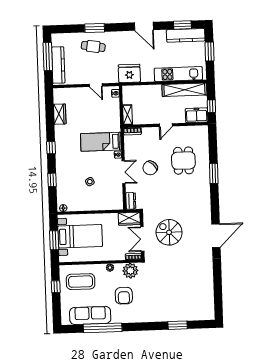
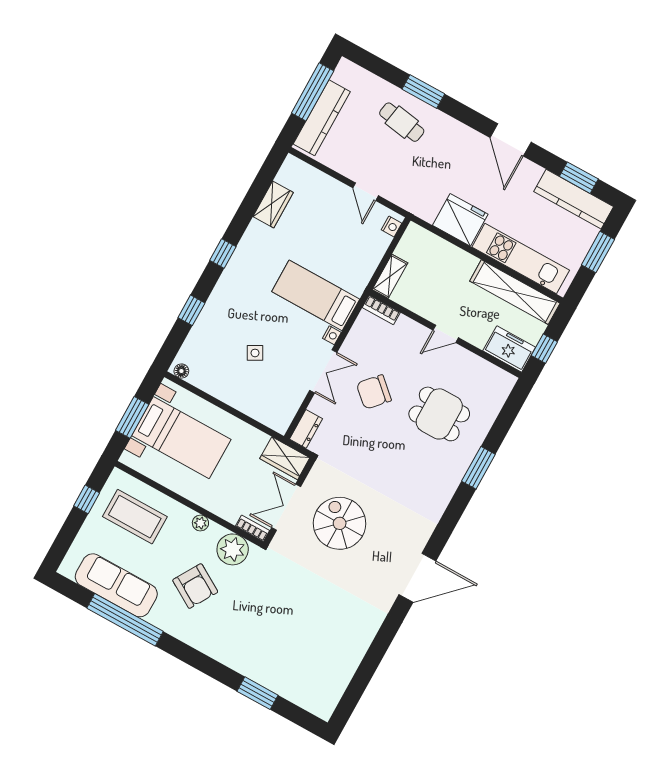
fridge: (129, 73) -> (460, 220), moved
dining table: (183, 161) -> (439, 414), turned 90
armchair: (124, 296) -> (195, 586), turned -59

